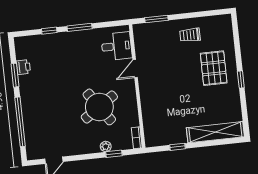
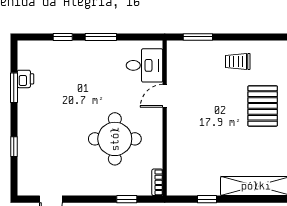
round table: (99, 107) -> (115, 139), turned 34
window: (20, 122) -> (14, 147), width x0.32
plant: (106, 147) -> (117, 189), removed

